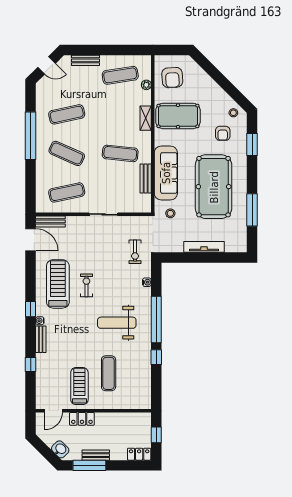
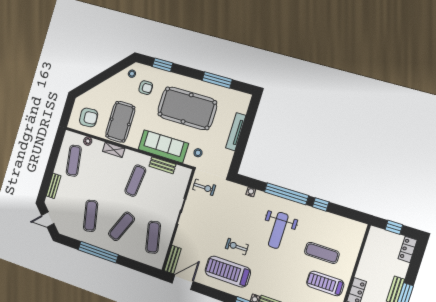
door: (47, 65) -> (48, 220), swing flipped
exercise bike: (135, 252) -> (204, 187), moved

